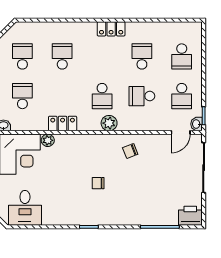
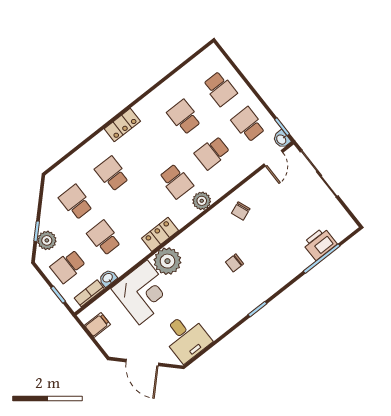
locker: (111, 29) -> (122, 125), moved
school desk: (182, 96) -> (248, 124), turned 180
plant: (48, 140) -> (167, 261), width x1.87, depth x1.87
printer: (190, 216) -> (320, 244), moved

